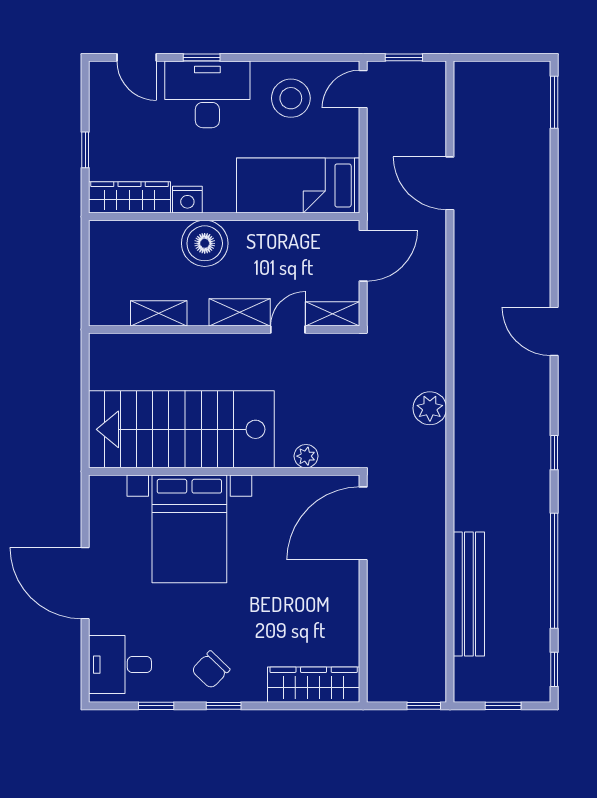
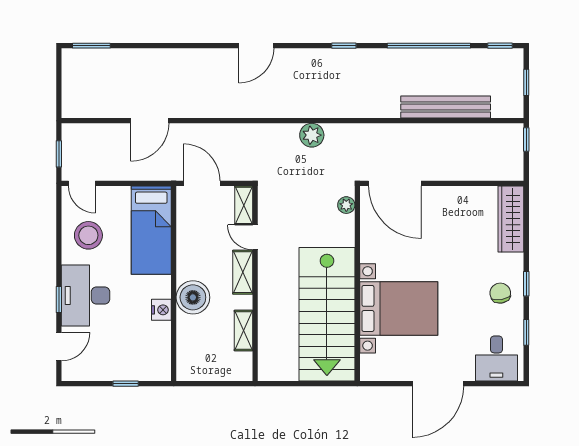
wardrobe: (130, 197) -> (160, 352), removed
plant: (306, 456) -> (346, 205), moved
chair: (211, 670) -> (500, 293), turned -143

